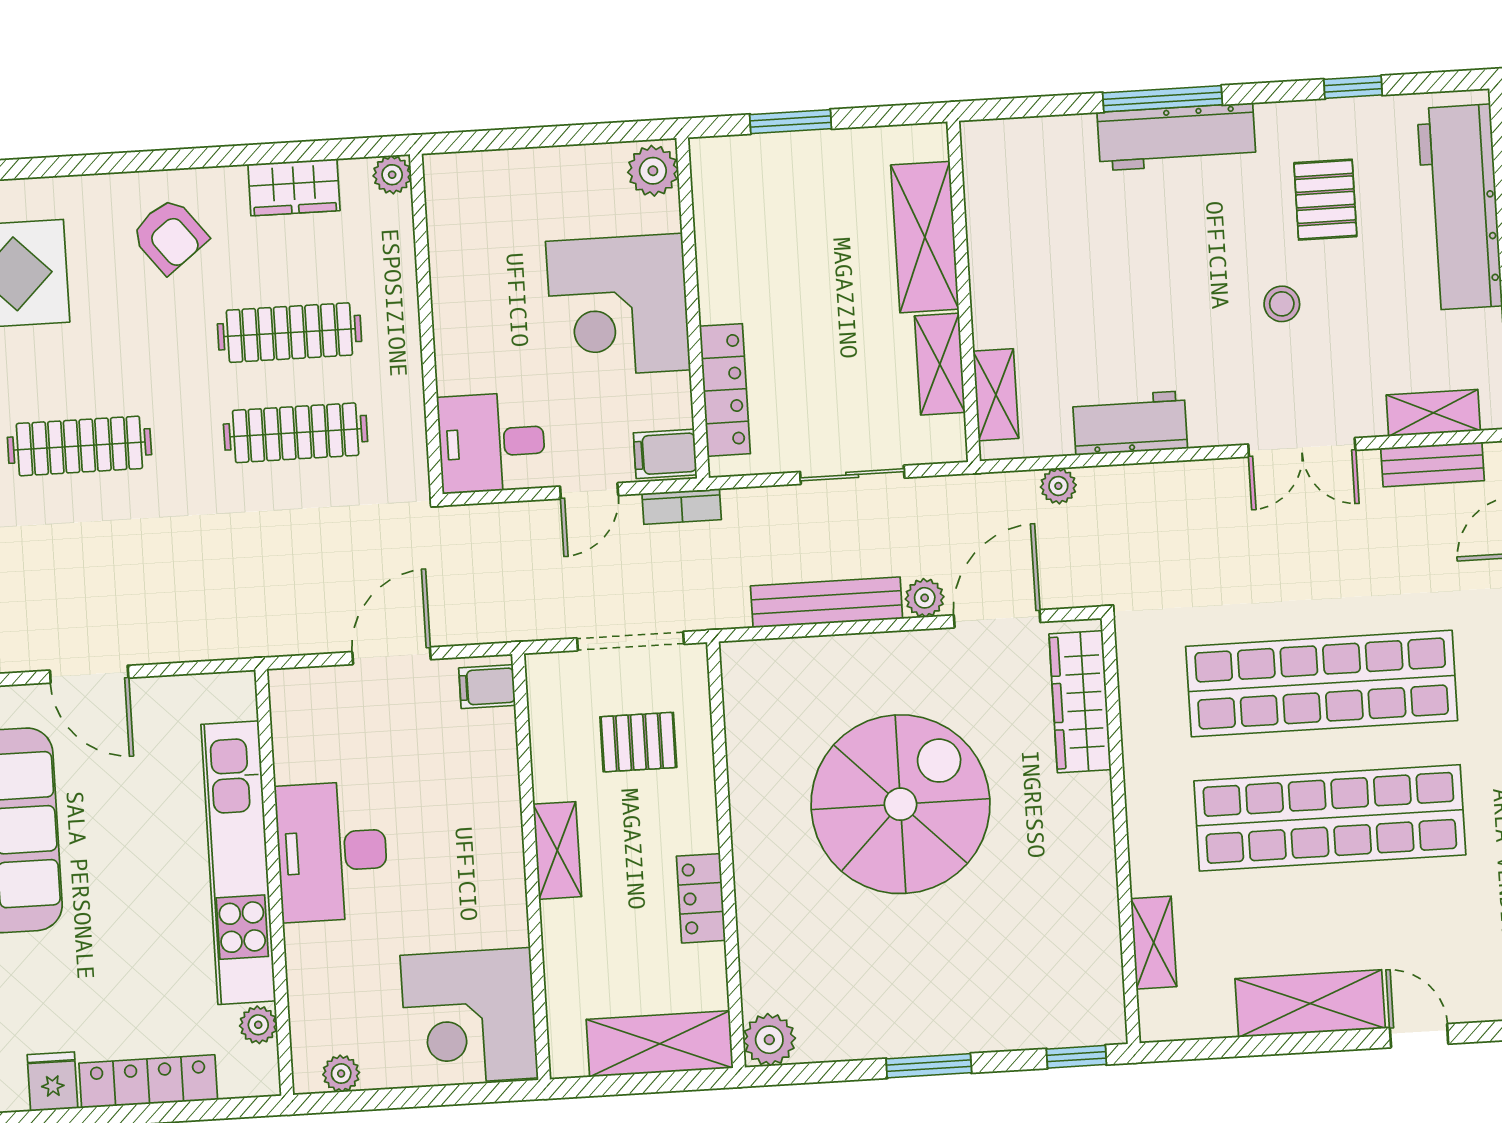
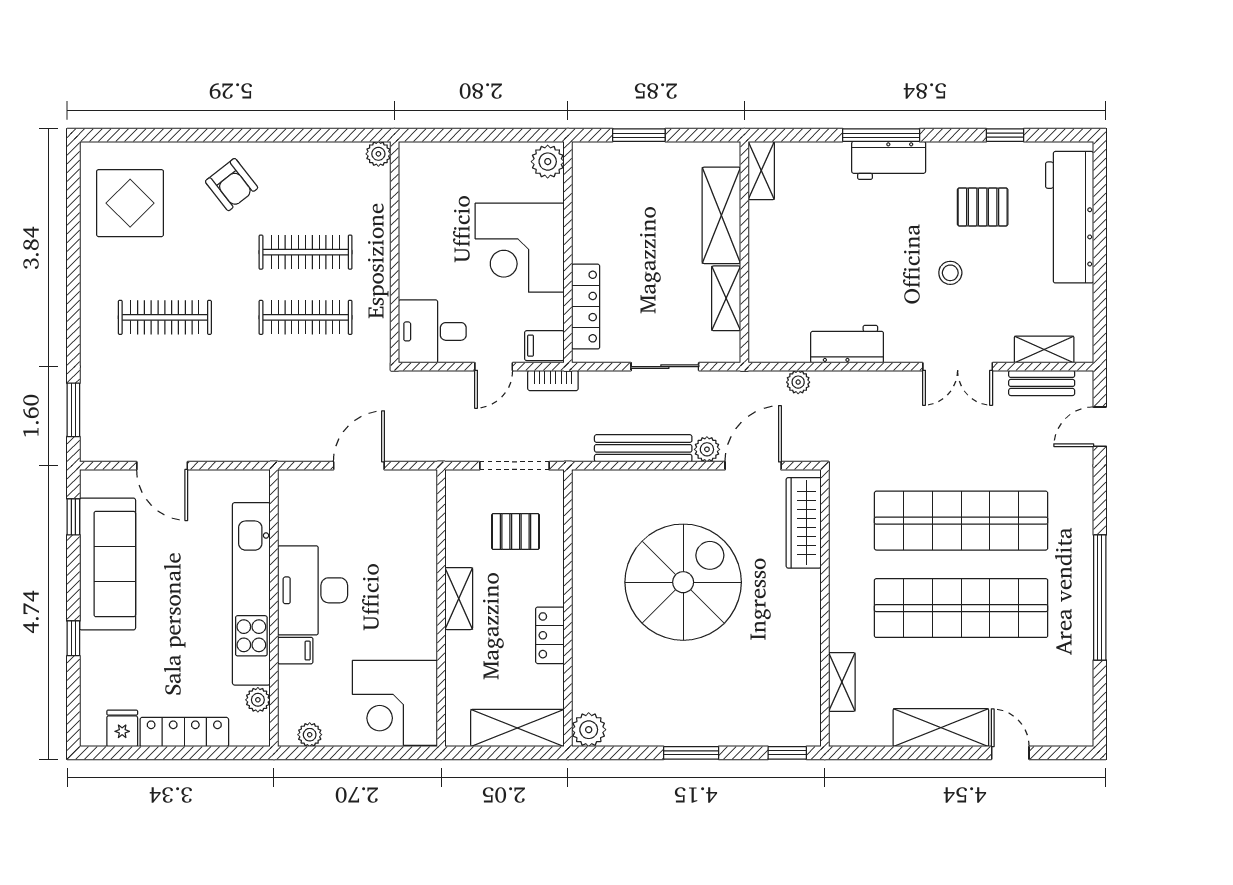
workbench: (1177, 137) -> (889, 160), width x0.73
wardrobe: (294, 187) -> (314, 158), removed
pallet: (1325, 200) -> (983, 207), turned 90
shelving: (996, 395) -> (761, 170), moved
filing cabinet: (487, 687) -> (295, 651), moved, turned 180

